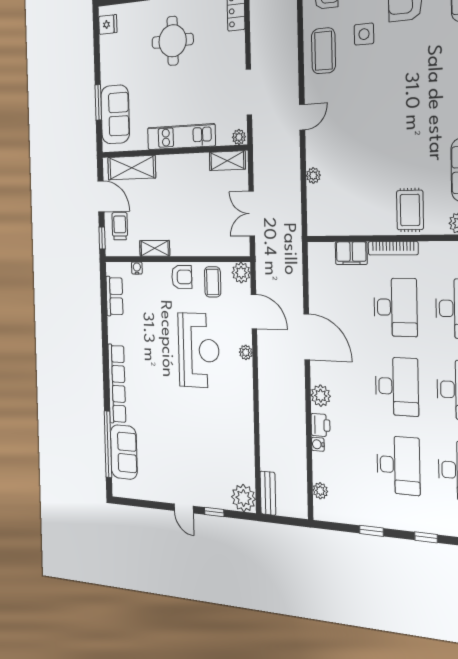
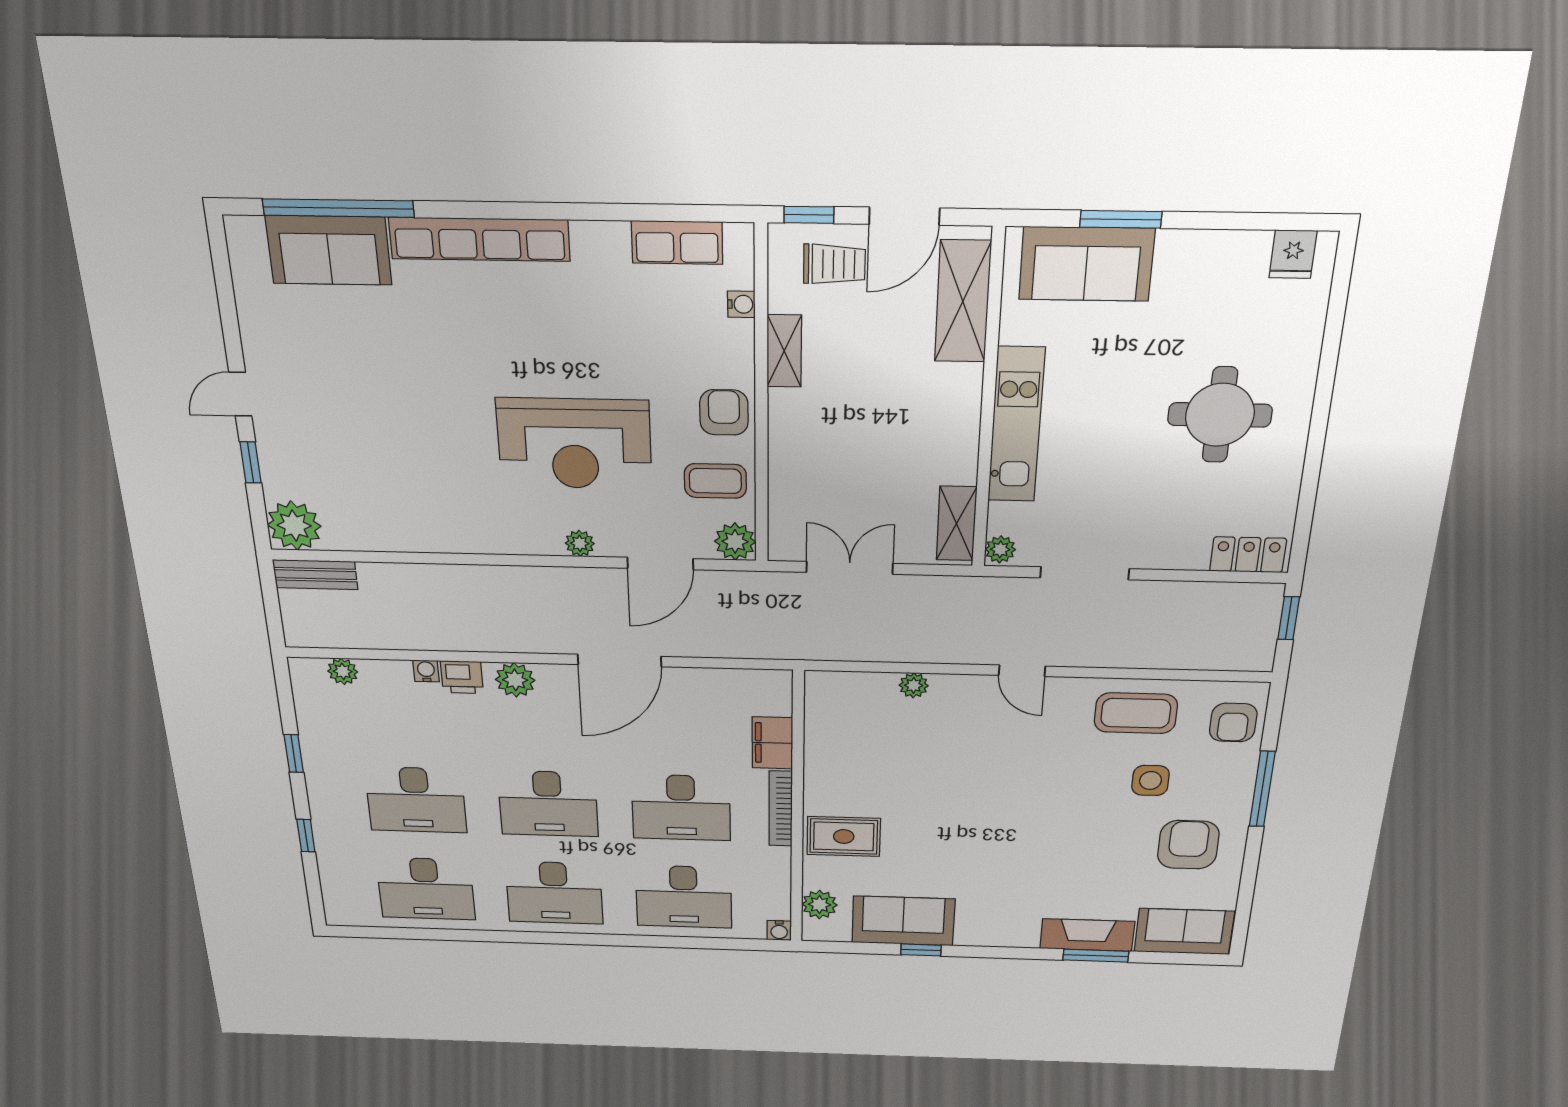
armchair: (182, 277) -> (724, 412), turned 180

